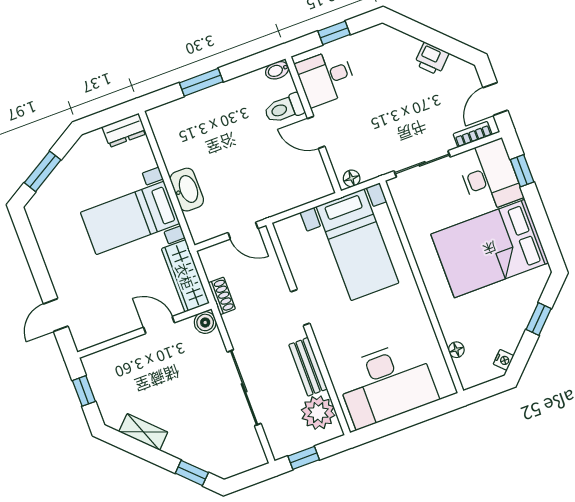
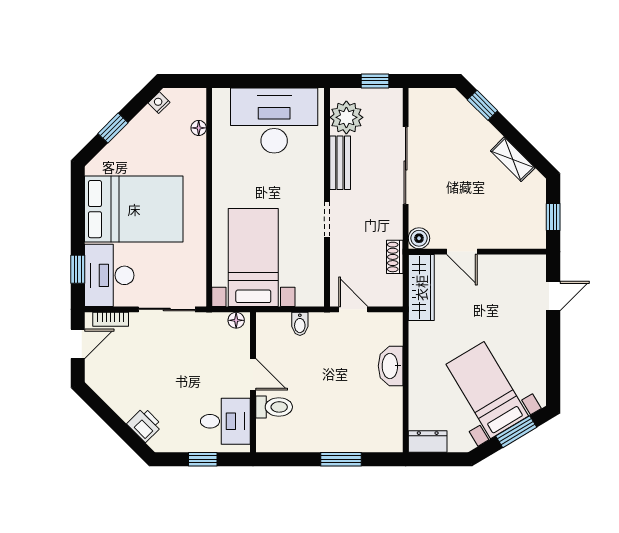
printer: (432, 59) -> (145, 425), moved
bidet: (277, 70) -> (300, 324), moved, turned 90
bed with nightstands: (130, 218) -> (487, 390), moved, turned -121

